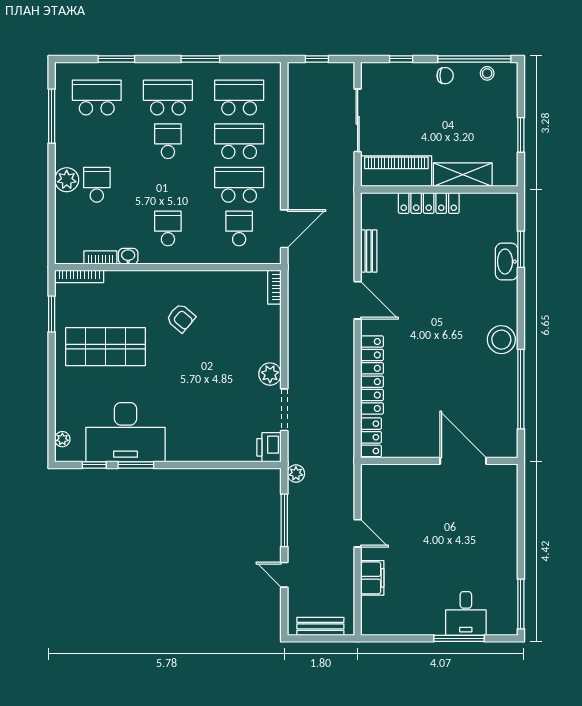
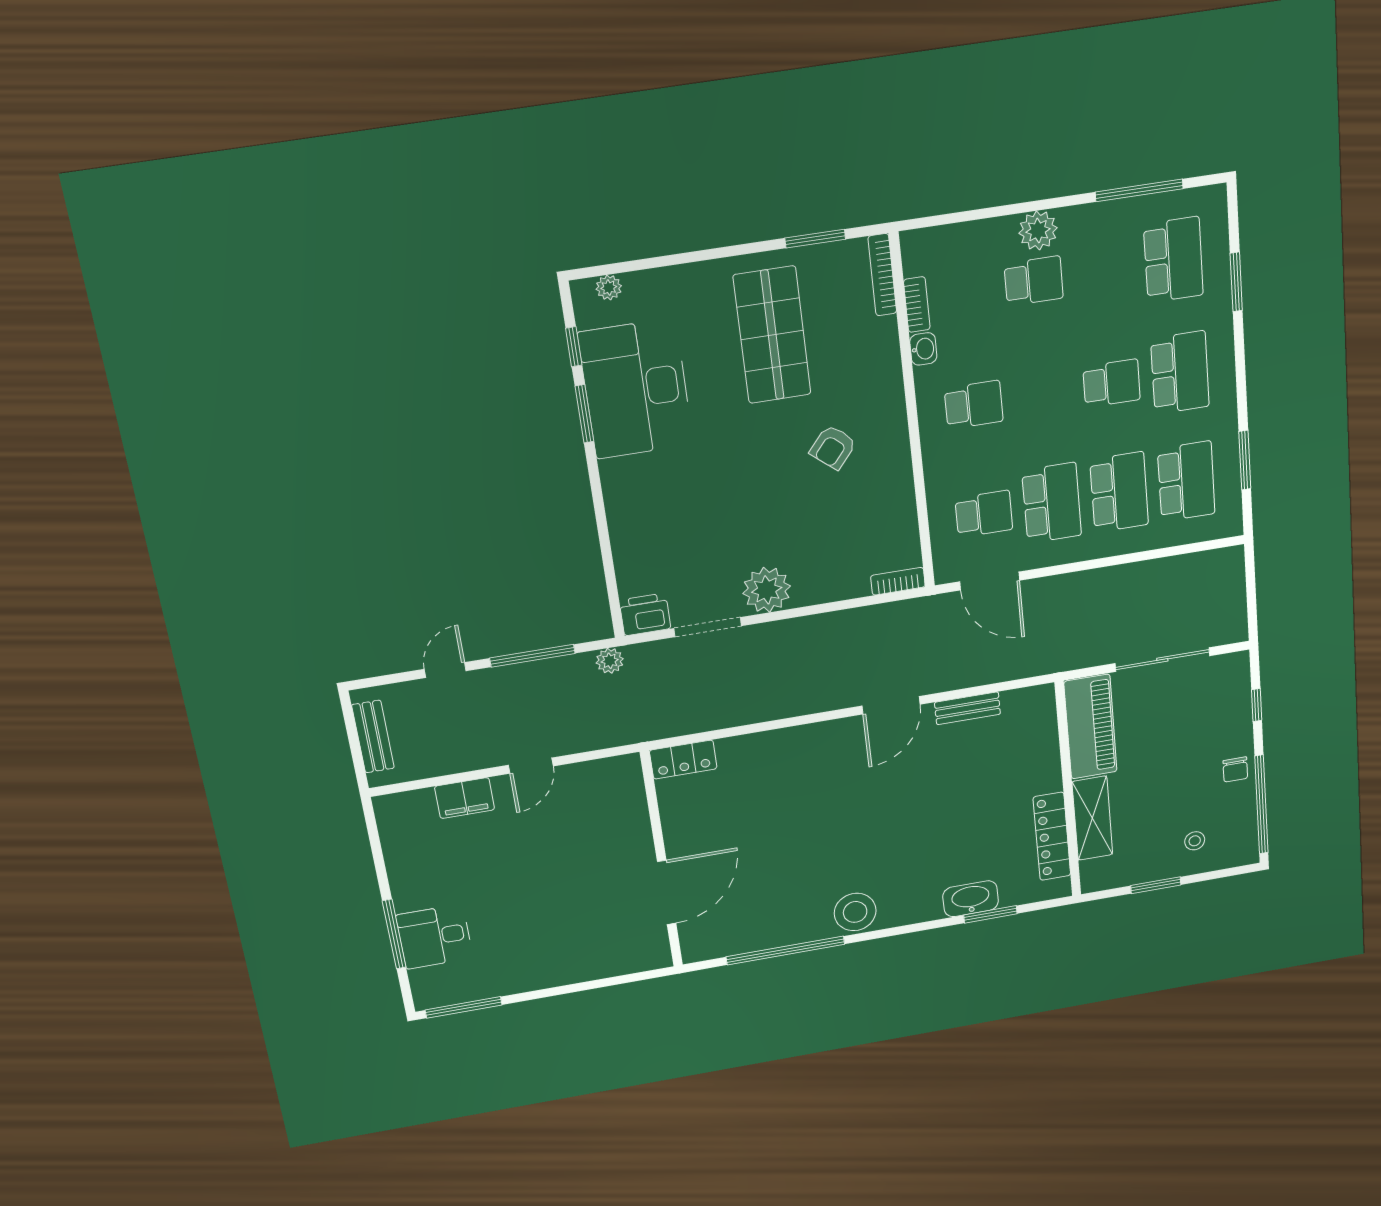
window: (200, 59) -> (1245, 460), moved
window: (317, 59) -> (1251, 586), removed
stool: (487, 73) -> (1195, 841), moved
locker: (429, 203) -> (1052, 836), moved
plant: (270, 374) -> (767, 590), width x1.36, depth x1.36
locker: (372, 375) -> (779, 745), removed

